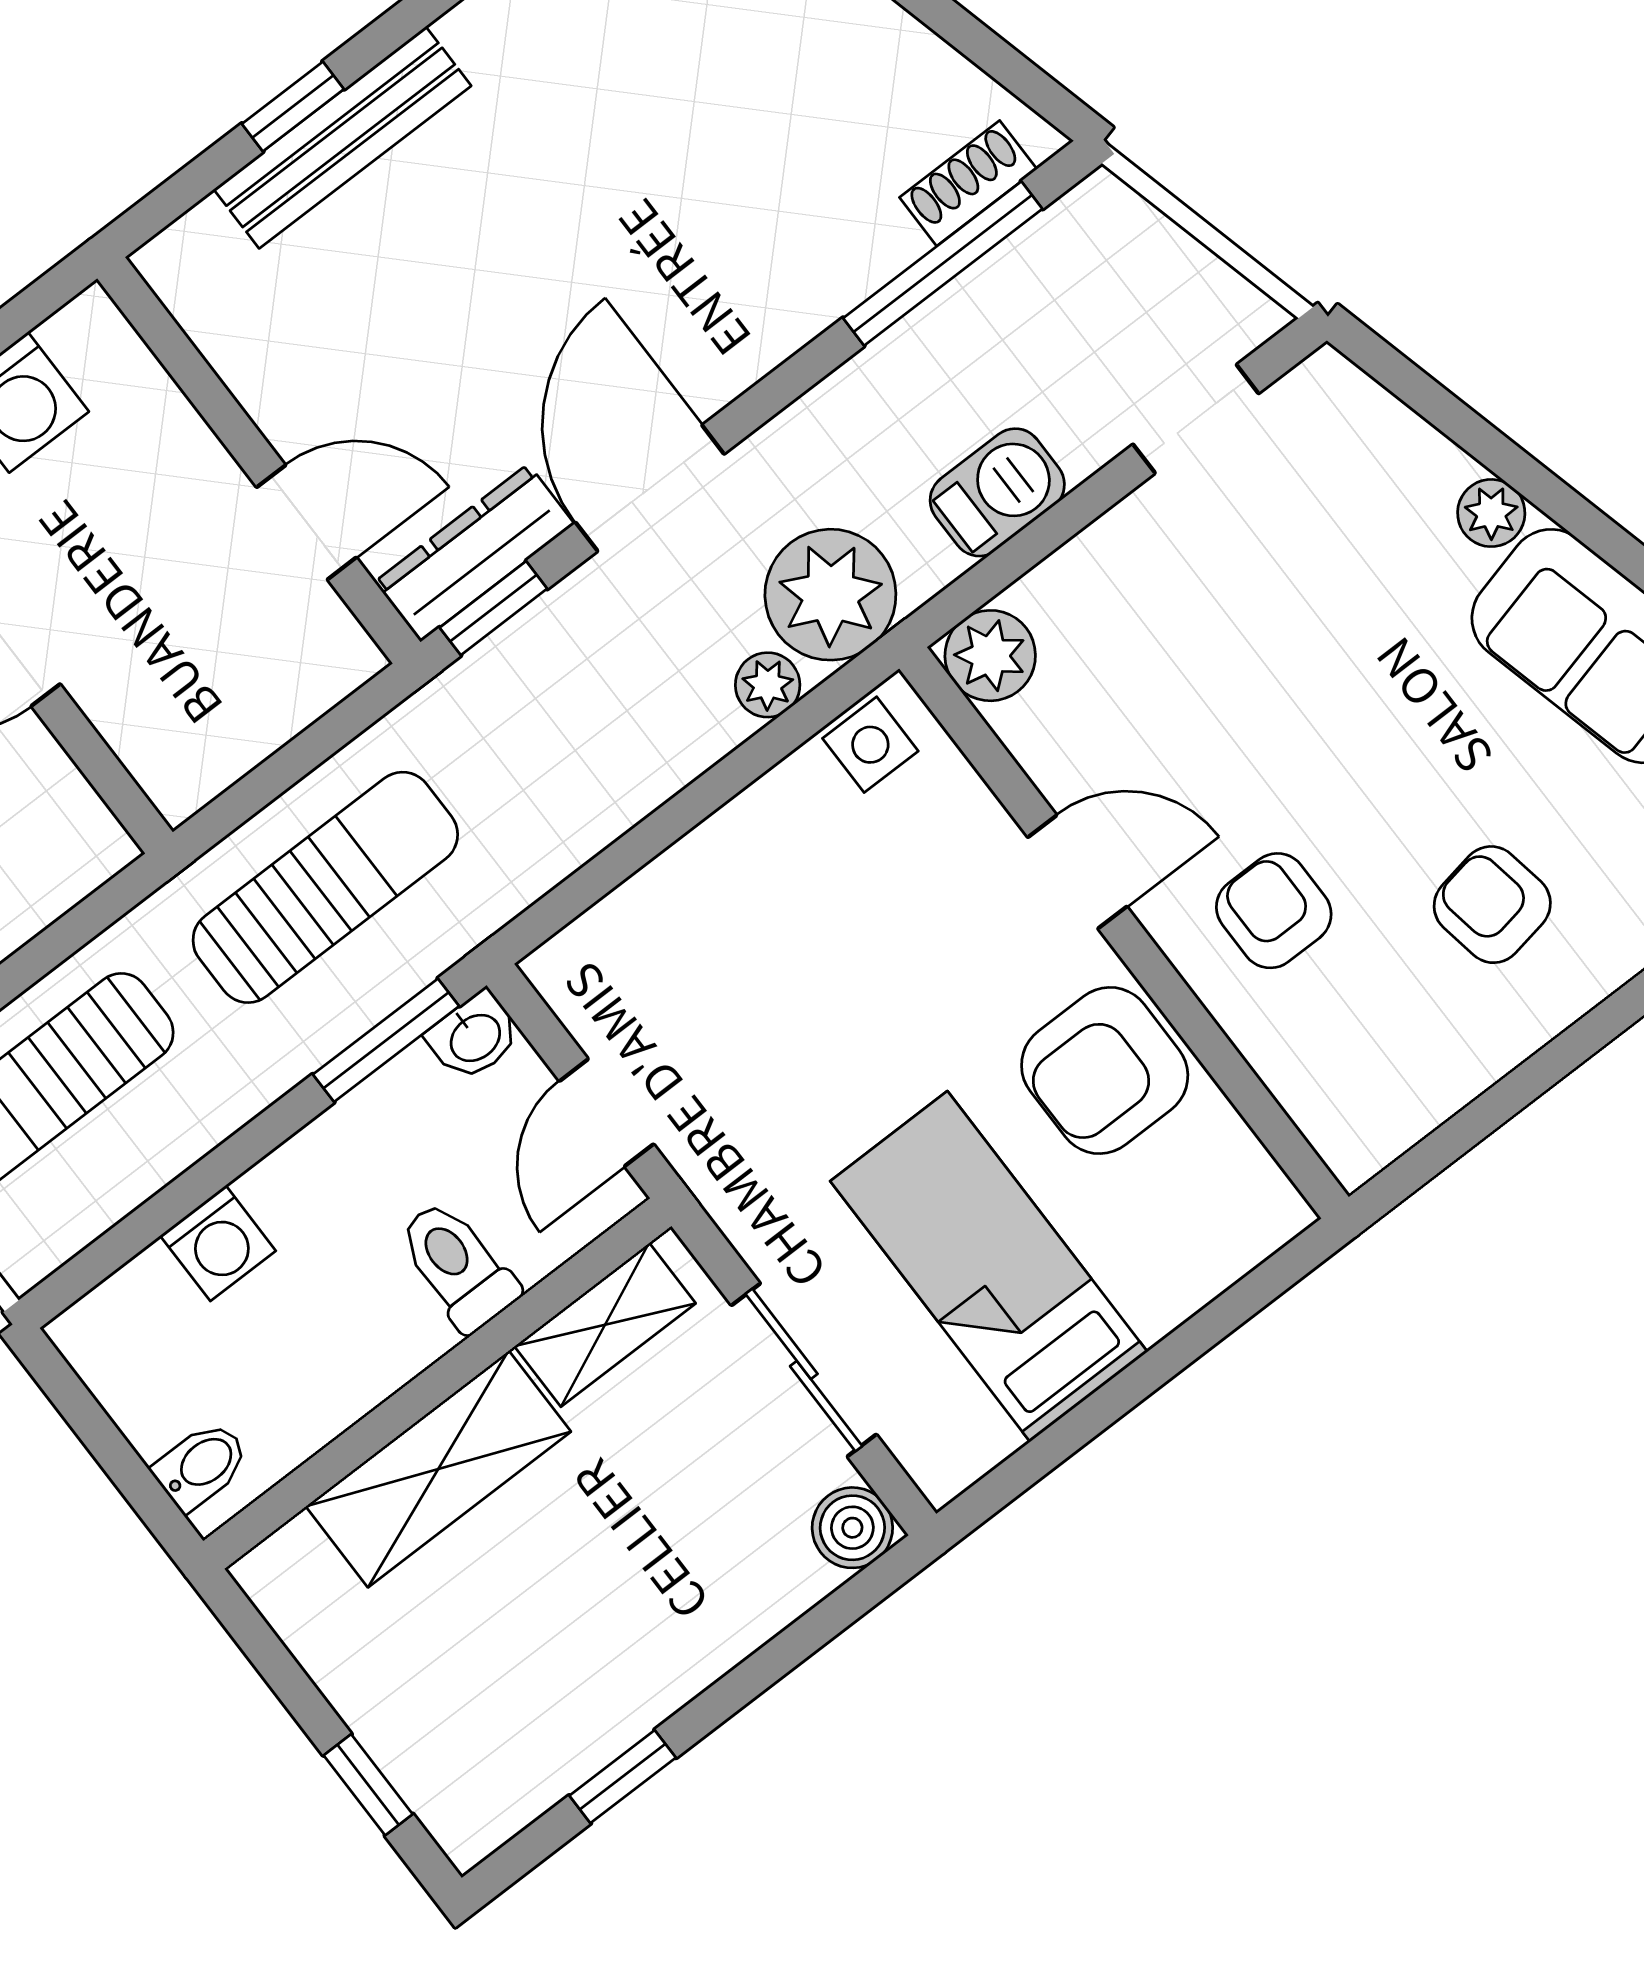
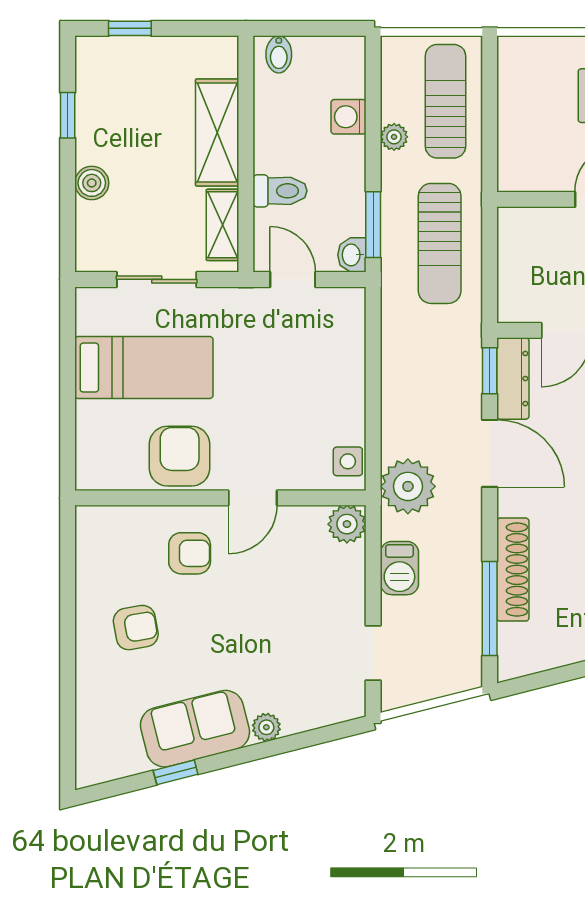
shoe rack: (968, 183) -> (513, 570), moved, width x1.94, depth x1.24
plant: (768, 685) -> (394, 137), moved
boiler: (852, 1528) -> (92, 183), moved

